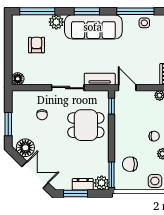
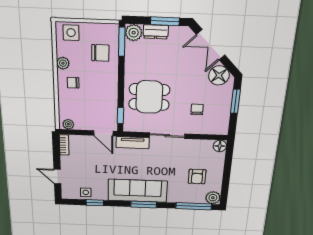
window: (135, 11) -> (95, 203), width x0.46
plant: (56, 22) -> (213, 198), moved

